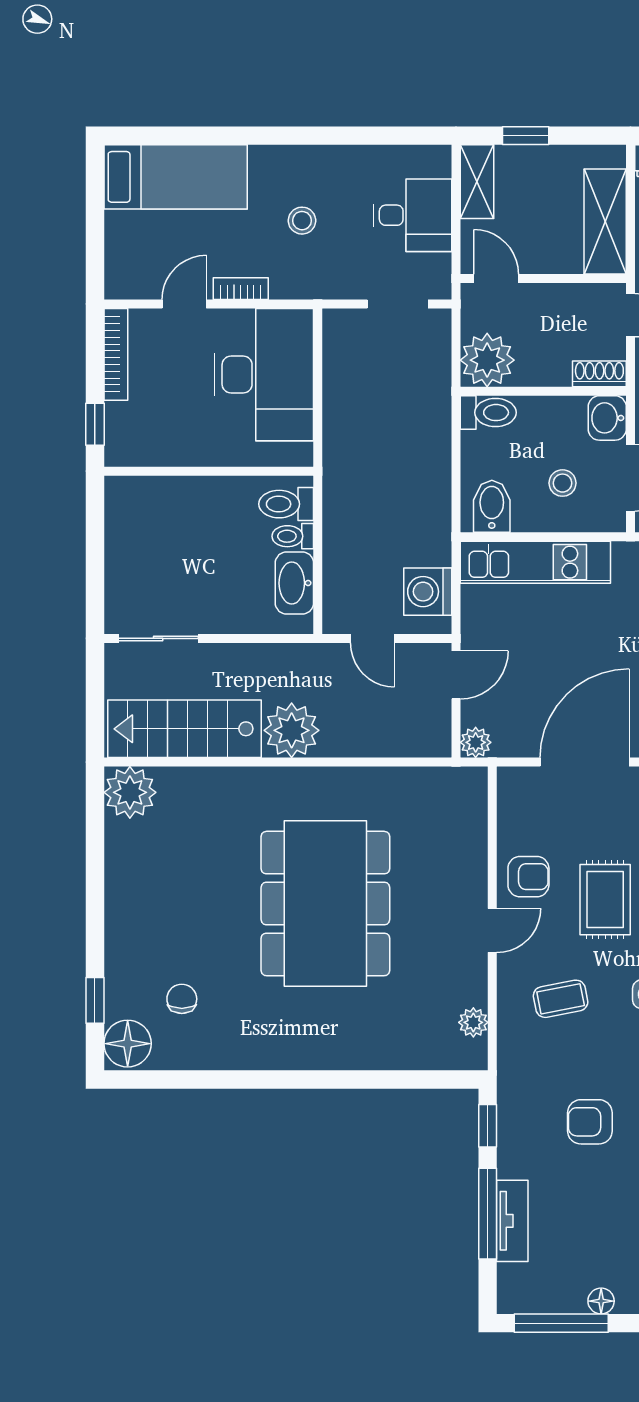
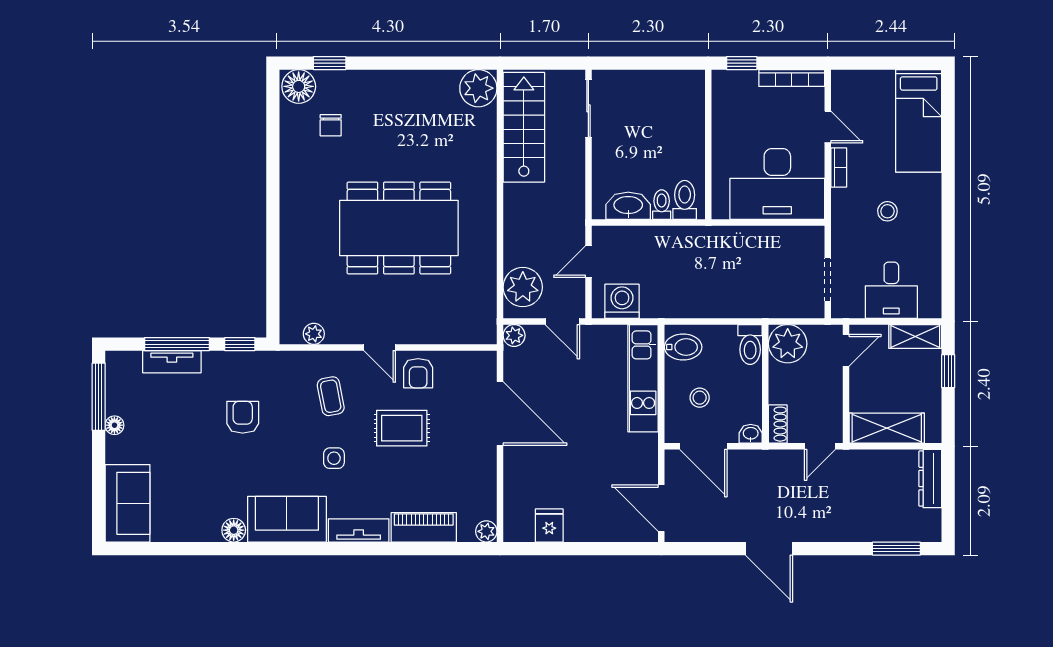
washbasin: (607, 418) -> (751, 434), width x0.72, depth x0.69
plant: (292, 730) -> (523, 287), moved
chair: (182, 999) -> (331, 125), turned 90

